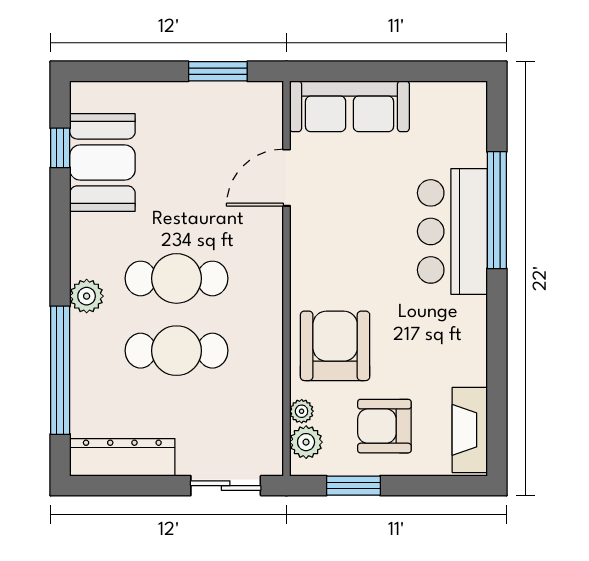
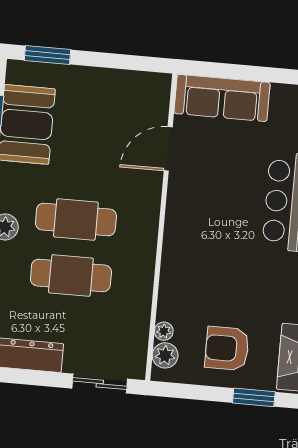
window: (218, 71) -> (47, 55), moved
armchair: (335, 346) -> (194, 283), removed
window: (353, 486) -> (254, 397), moved

